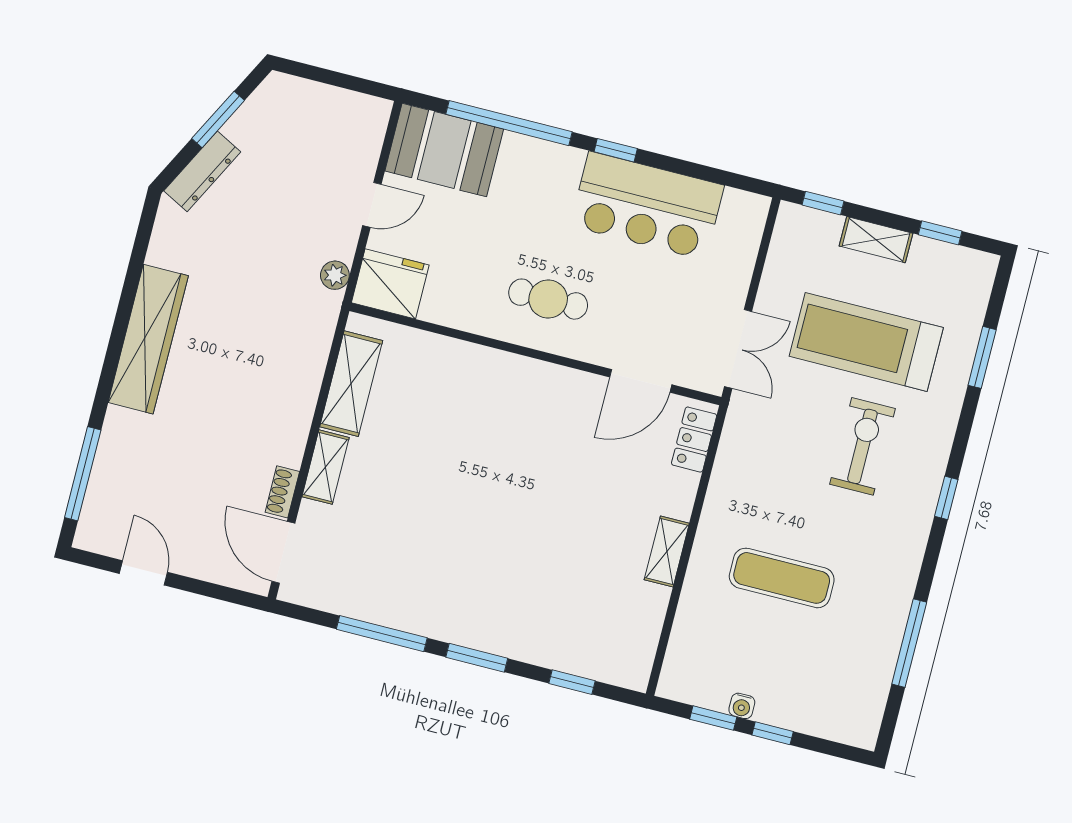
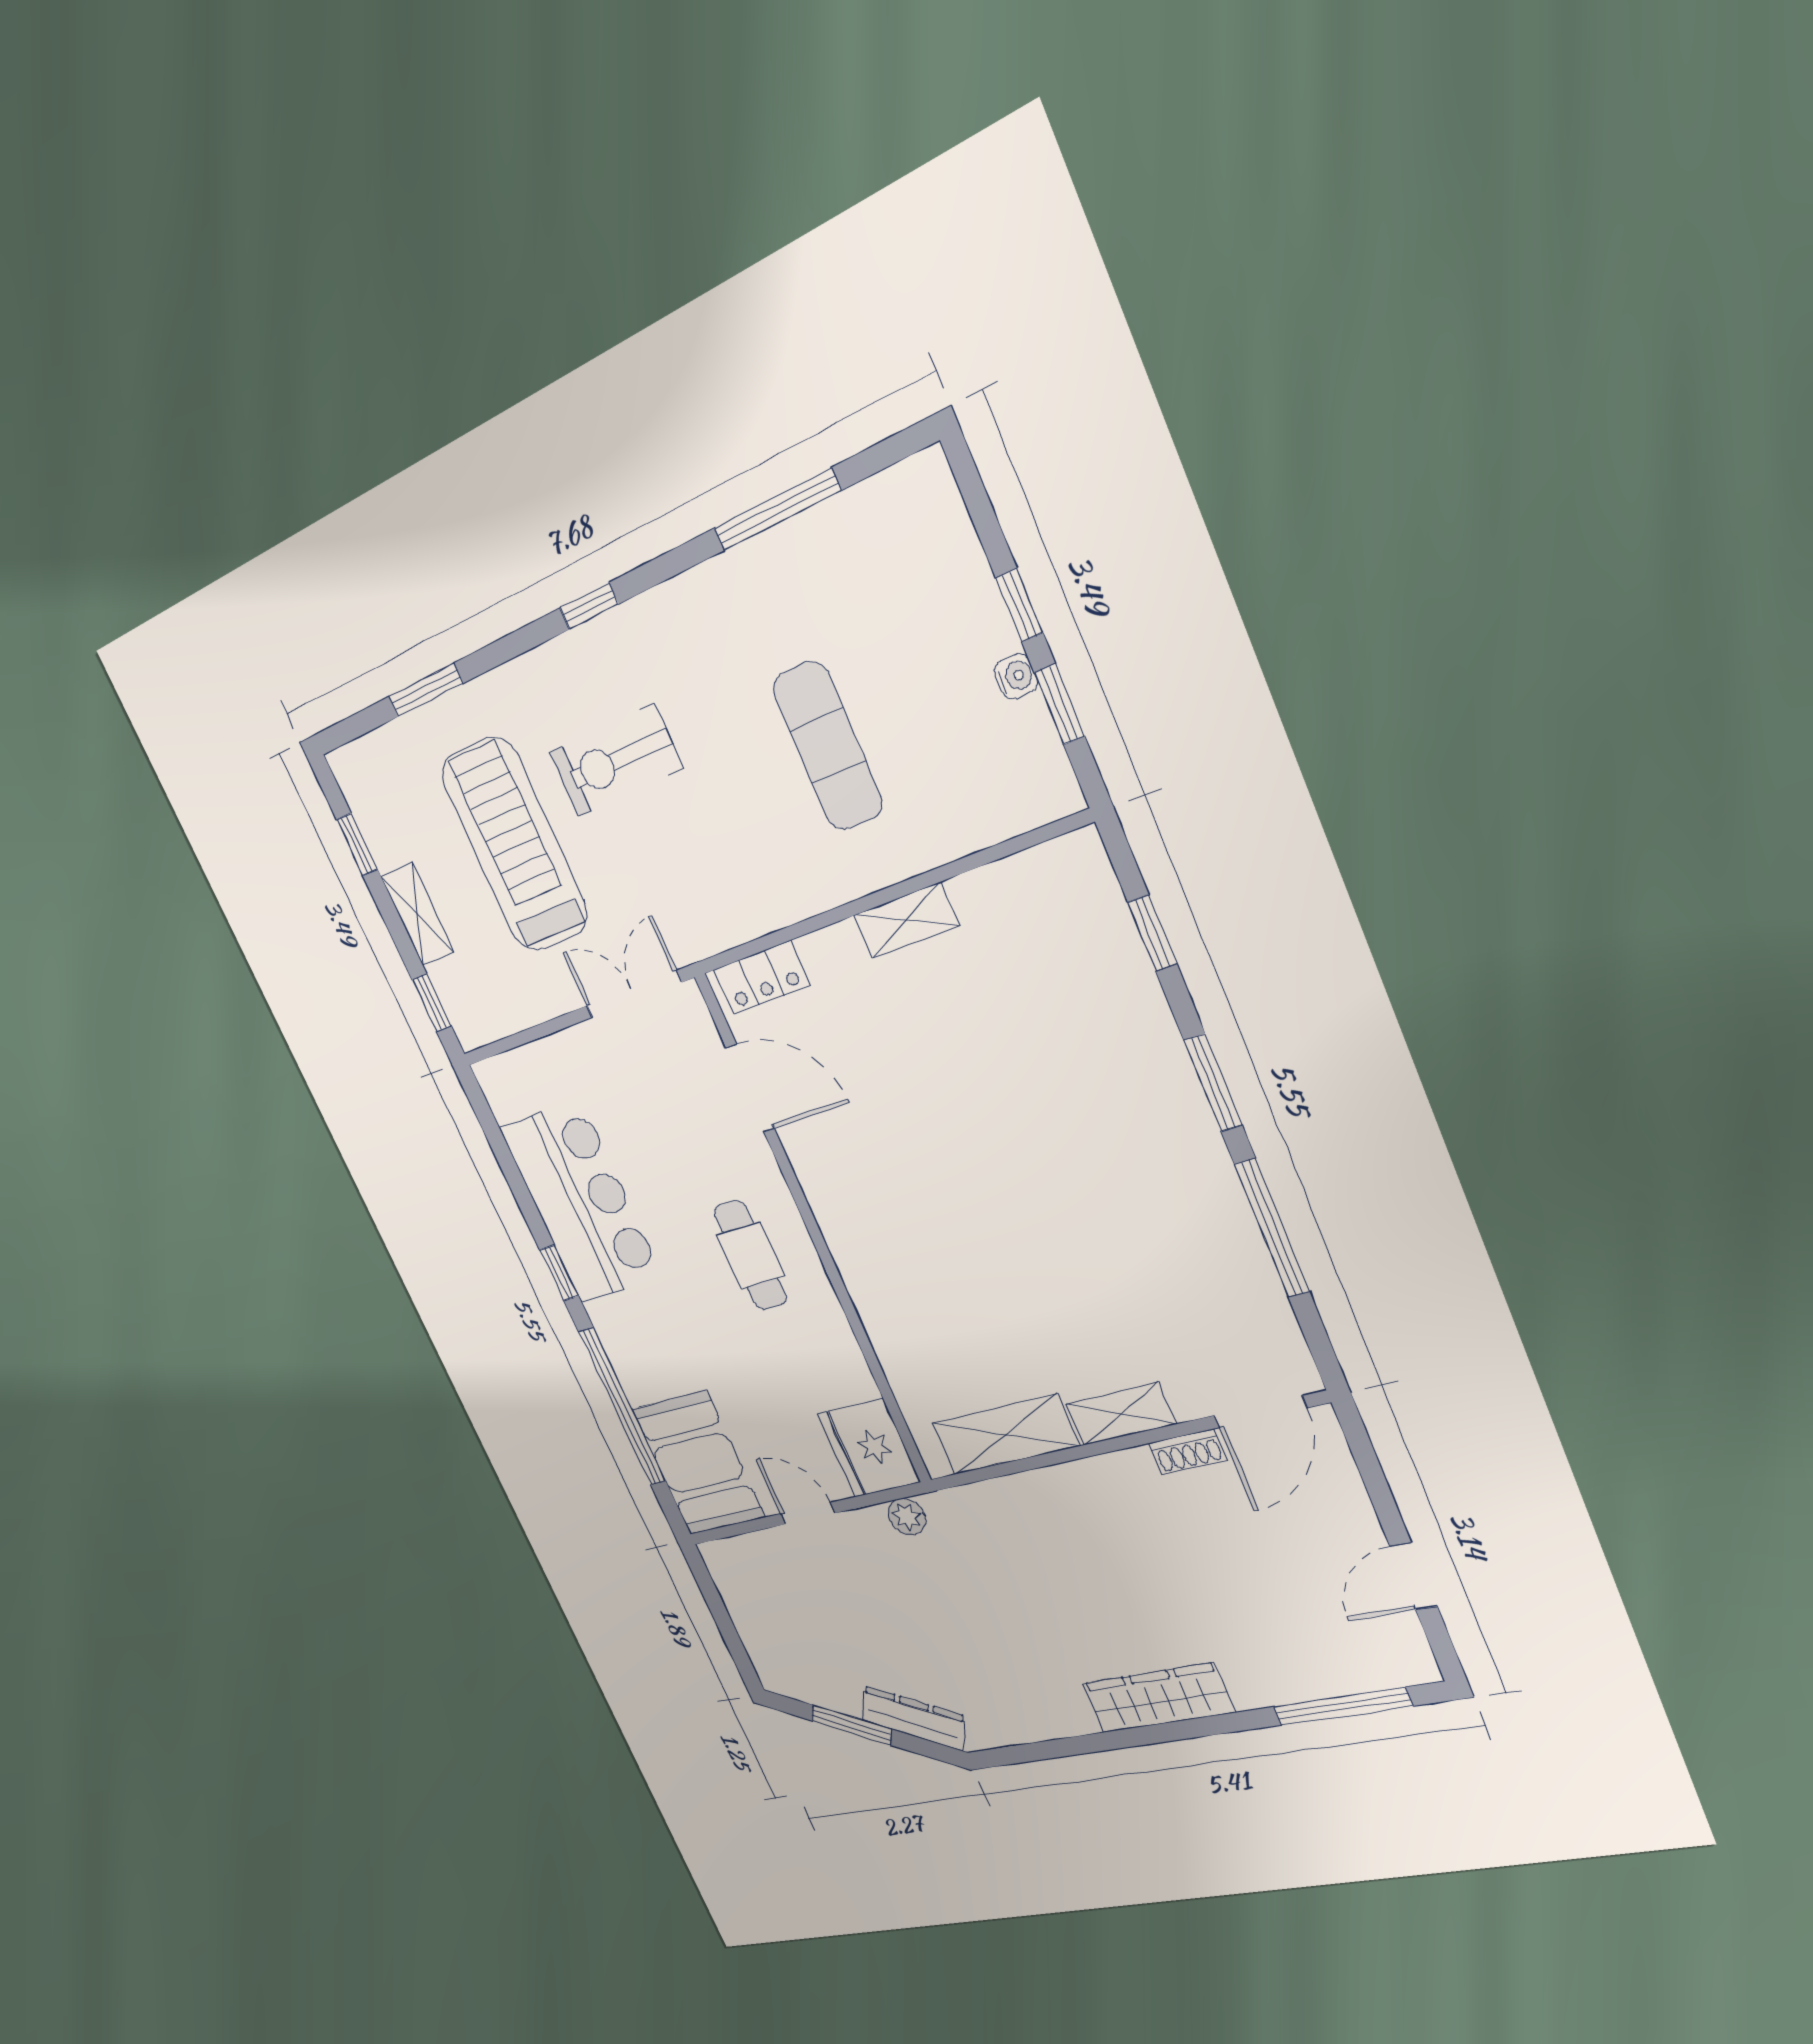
wardrobe: (148, 339) -> (1158, 1698), width x0.71, depth x0.85
treadmill: (866, 342) -> (515, 845), turned 180

